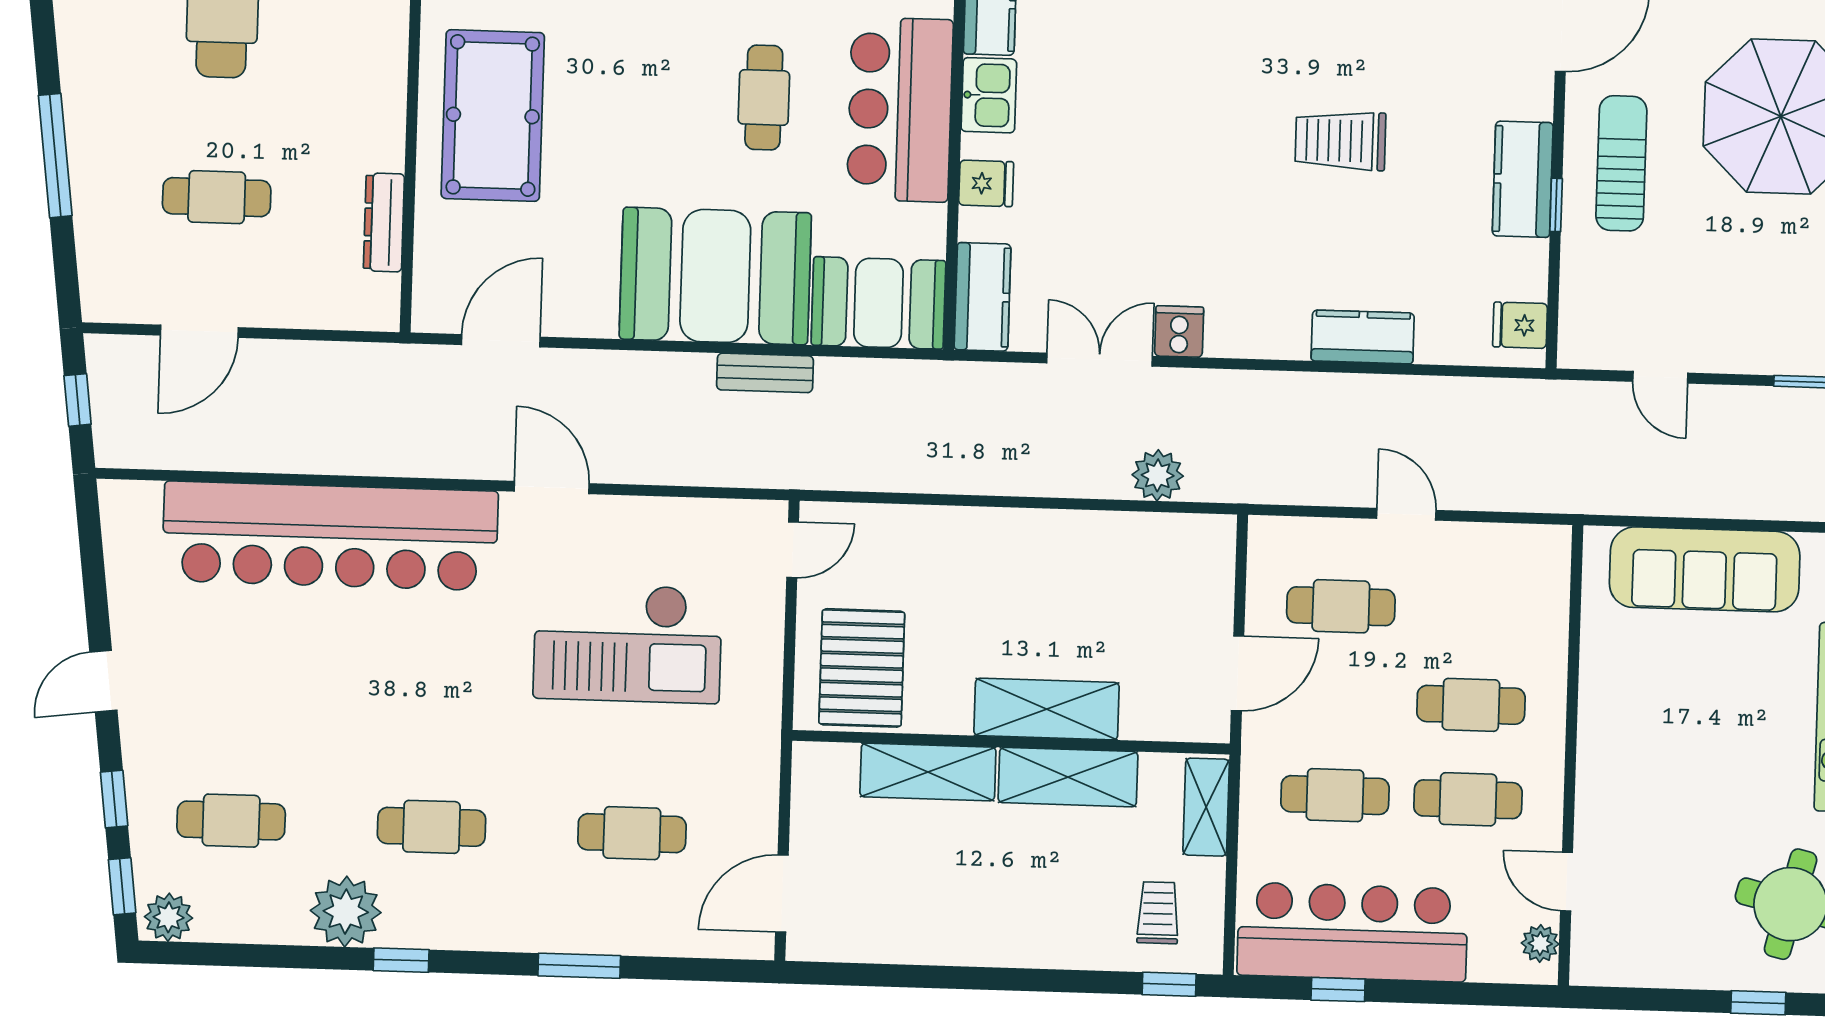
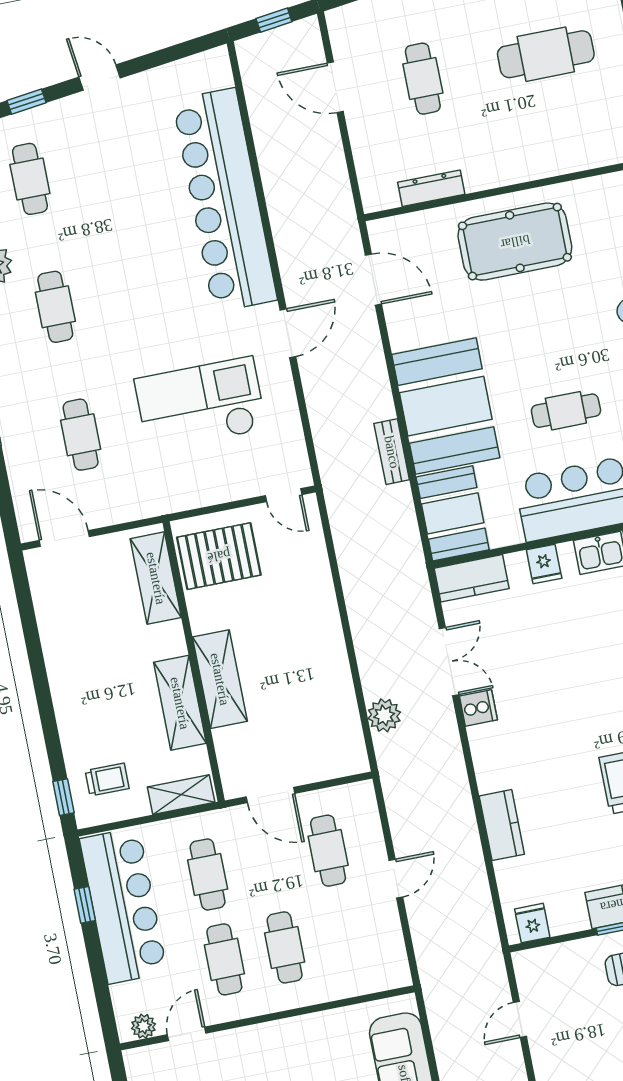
checkout: (628, 643) -> (200, 404), turned 90
shelving: (928, 772) -> (156, 578), moved

